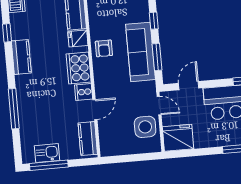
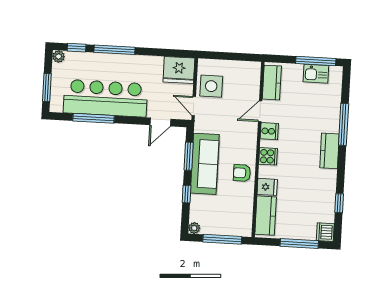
armchair: (104, 48) -> (242, 173), turned -90
kitchen counter: (21, 57) -> (330, 151), moved
cooker: (79, 68) -> (268, 156), width x0.53, depth x0.76

